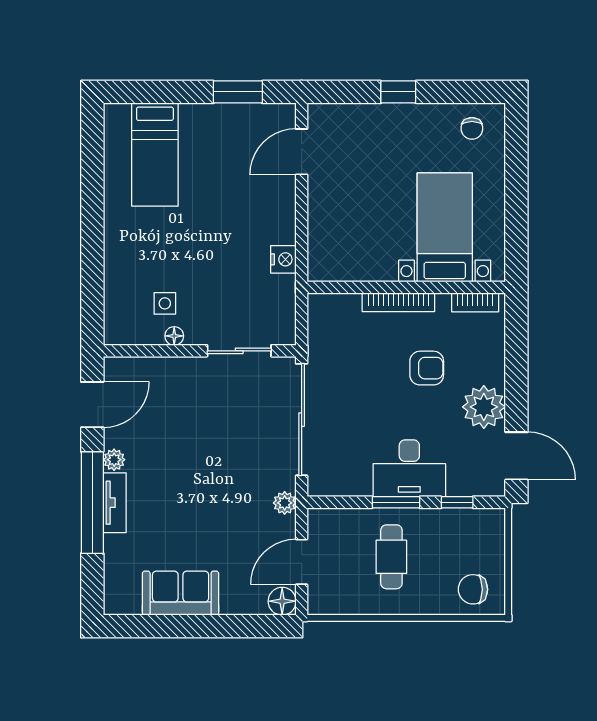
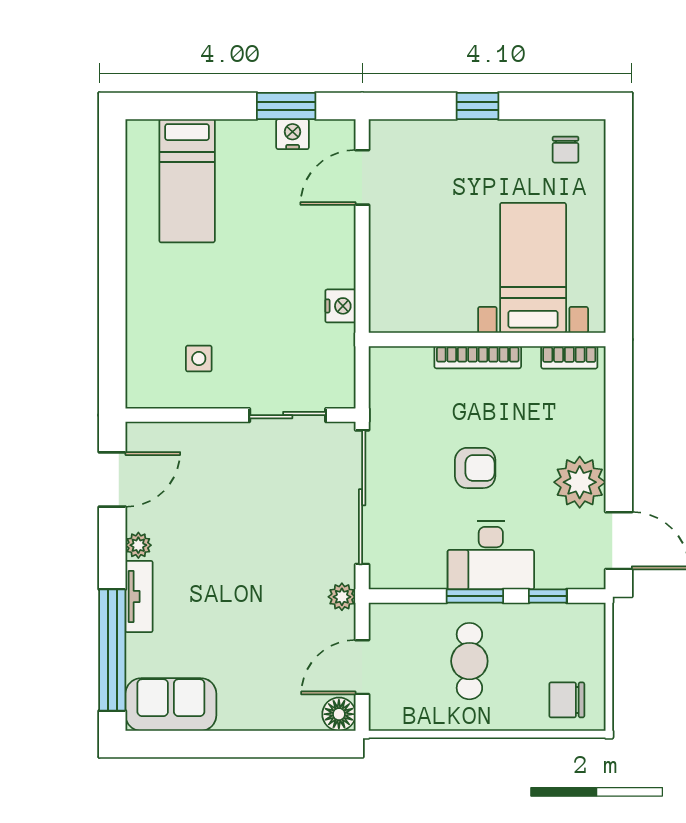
nightstand: (243, 115) -> (293, 134), added
floor lamp: (174, 336) -> (210, 397), removed
armchair: (427, 368) -> (475, 468), moved
window: (92, 503) -> (112, 650), moved
sofa: (181, 593) -> (171, 704), moved

